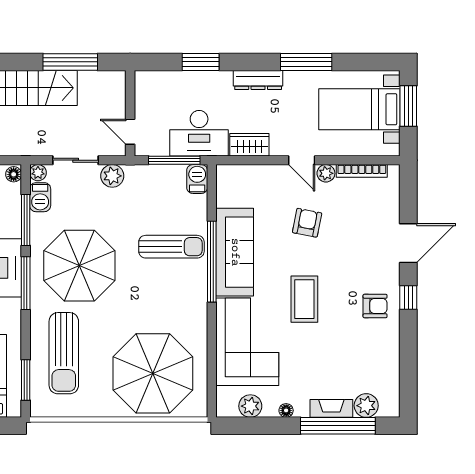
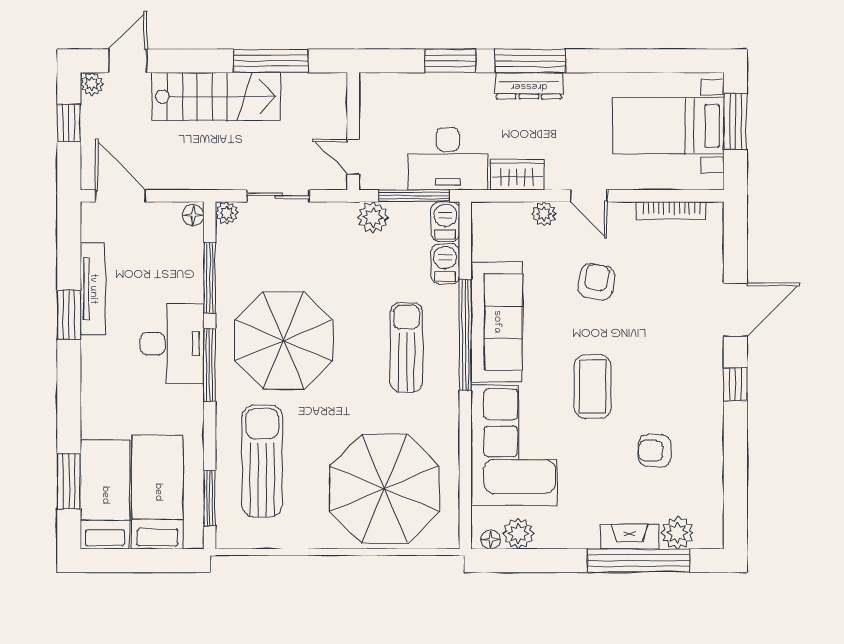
window: (306, 62) -> (530, 61), moved
plant: (326, 173) -> (544, 214), moved
plant: (112, 176) -> (373, 217), moved
barbecue: (40, 197) -> (445, 264), moved, turned 180
sun lounger: (171, 247) -> (406, 347), moved, turned -90
armchair: (375, 306) -> (655, 451), moved, turned 180
sun lounger: (64, 353) -> (262, 461), turned 180
floor lamp: (286, 410) -> (491, 540), moved

